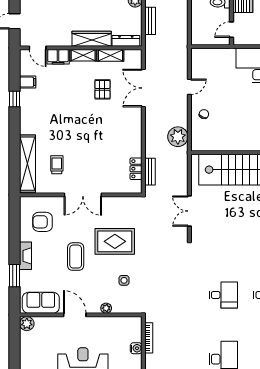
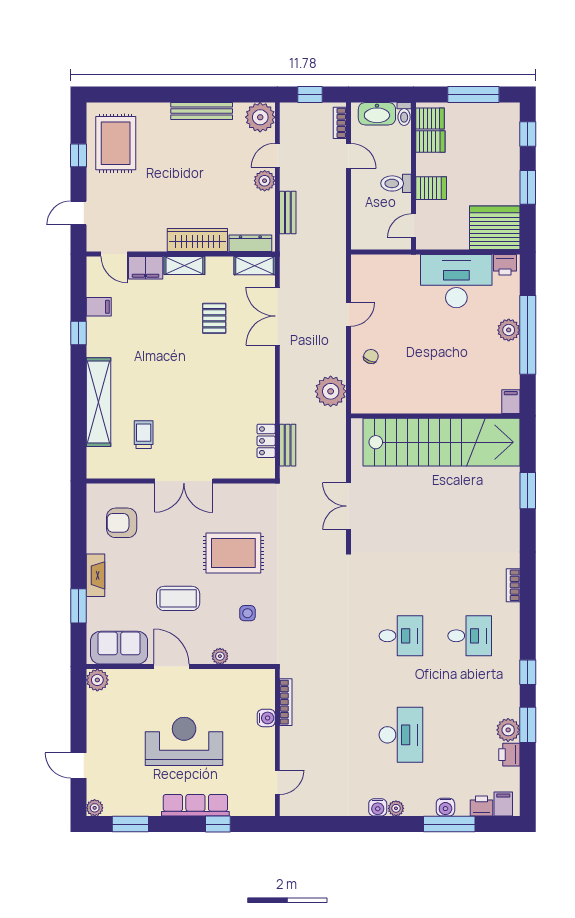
shelving: (110, 55) -> (255, 266), moved
shelving: (27, 164) -> (98, 402), moved
coffee table: (76, 257) -> (178, 598), moved, turned 90

